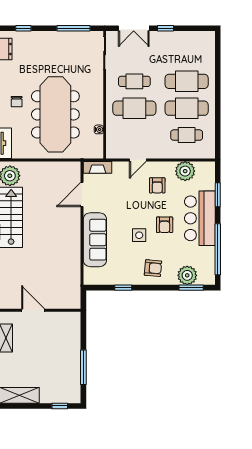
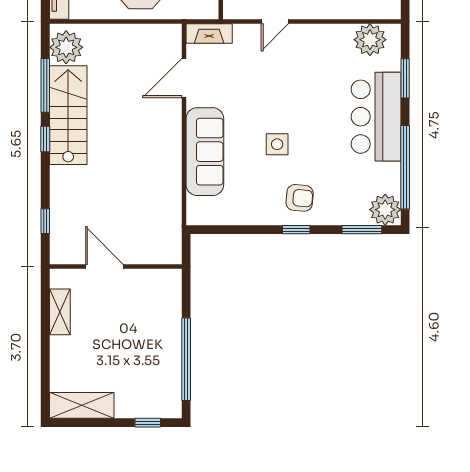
plant: (185, 171) -> (370, 40), moved
armchair: (157, 185) -> (306, 63), removed
armchair: (165, 225) -> (318, 127), removed
plant: (187, 275) -> (385, 210), moved
window: (123, 288) -> (296, 230), moved
window: (83, 367) -> (186, 359), width x1.46

